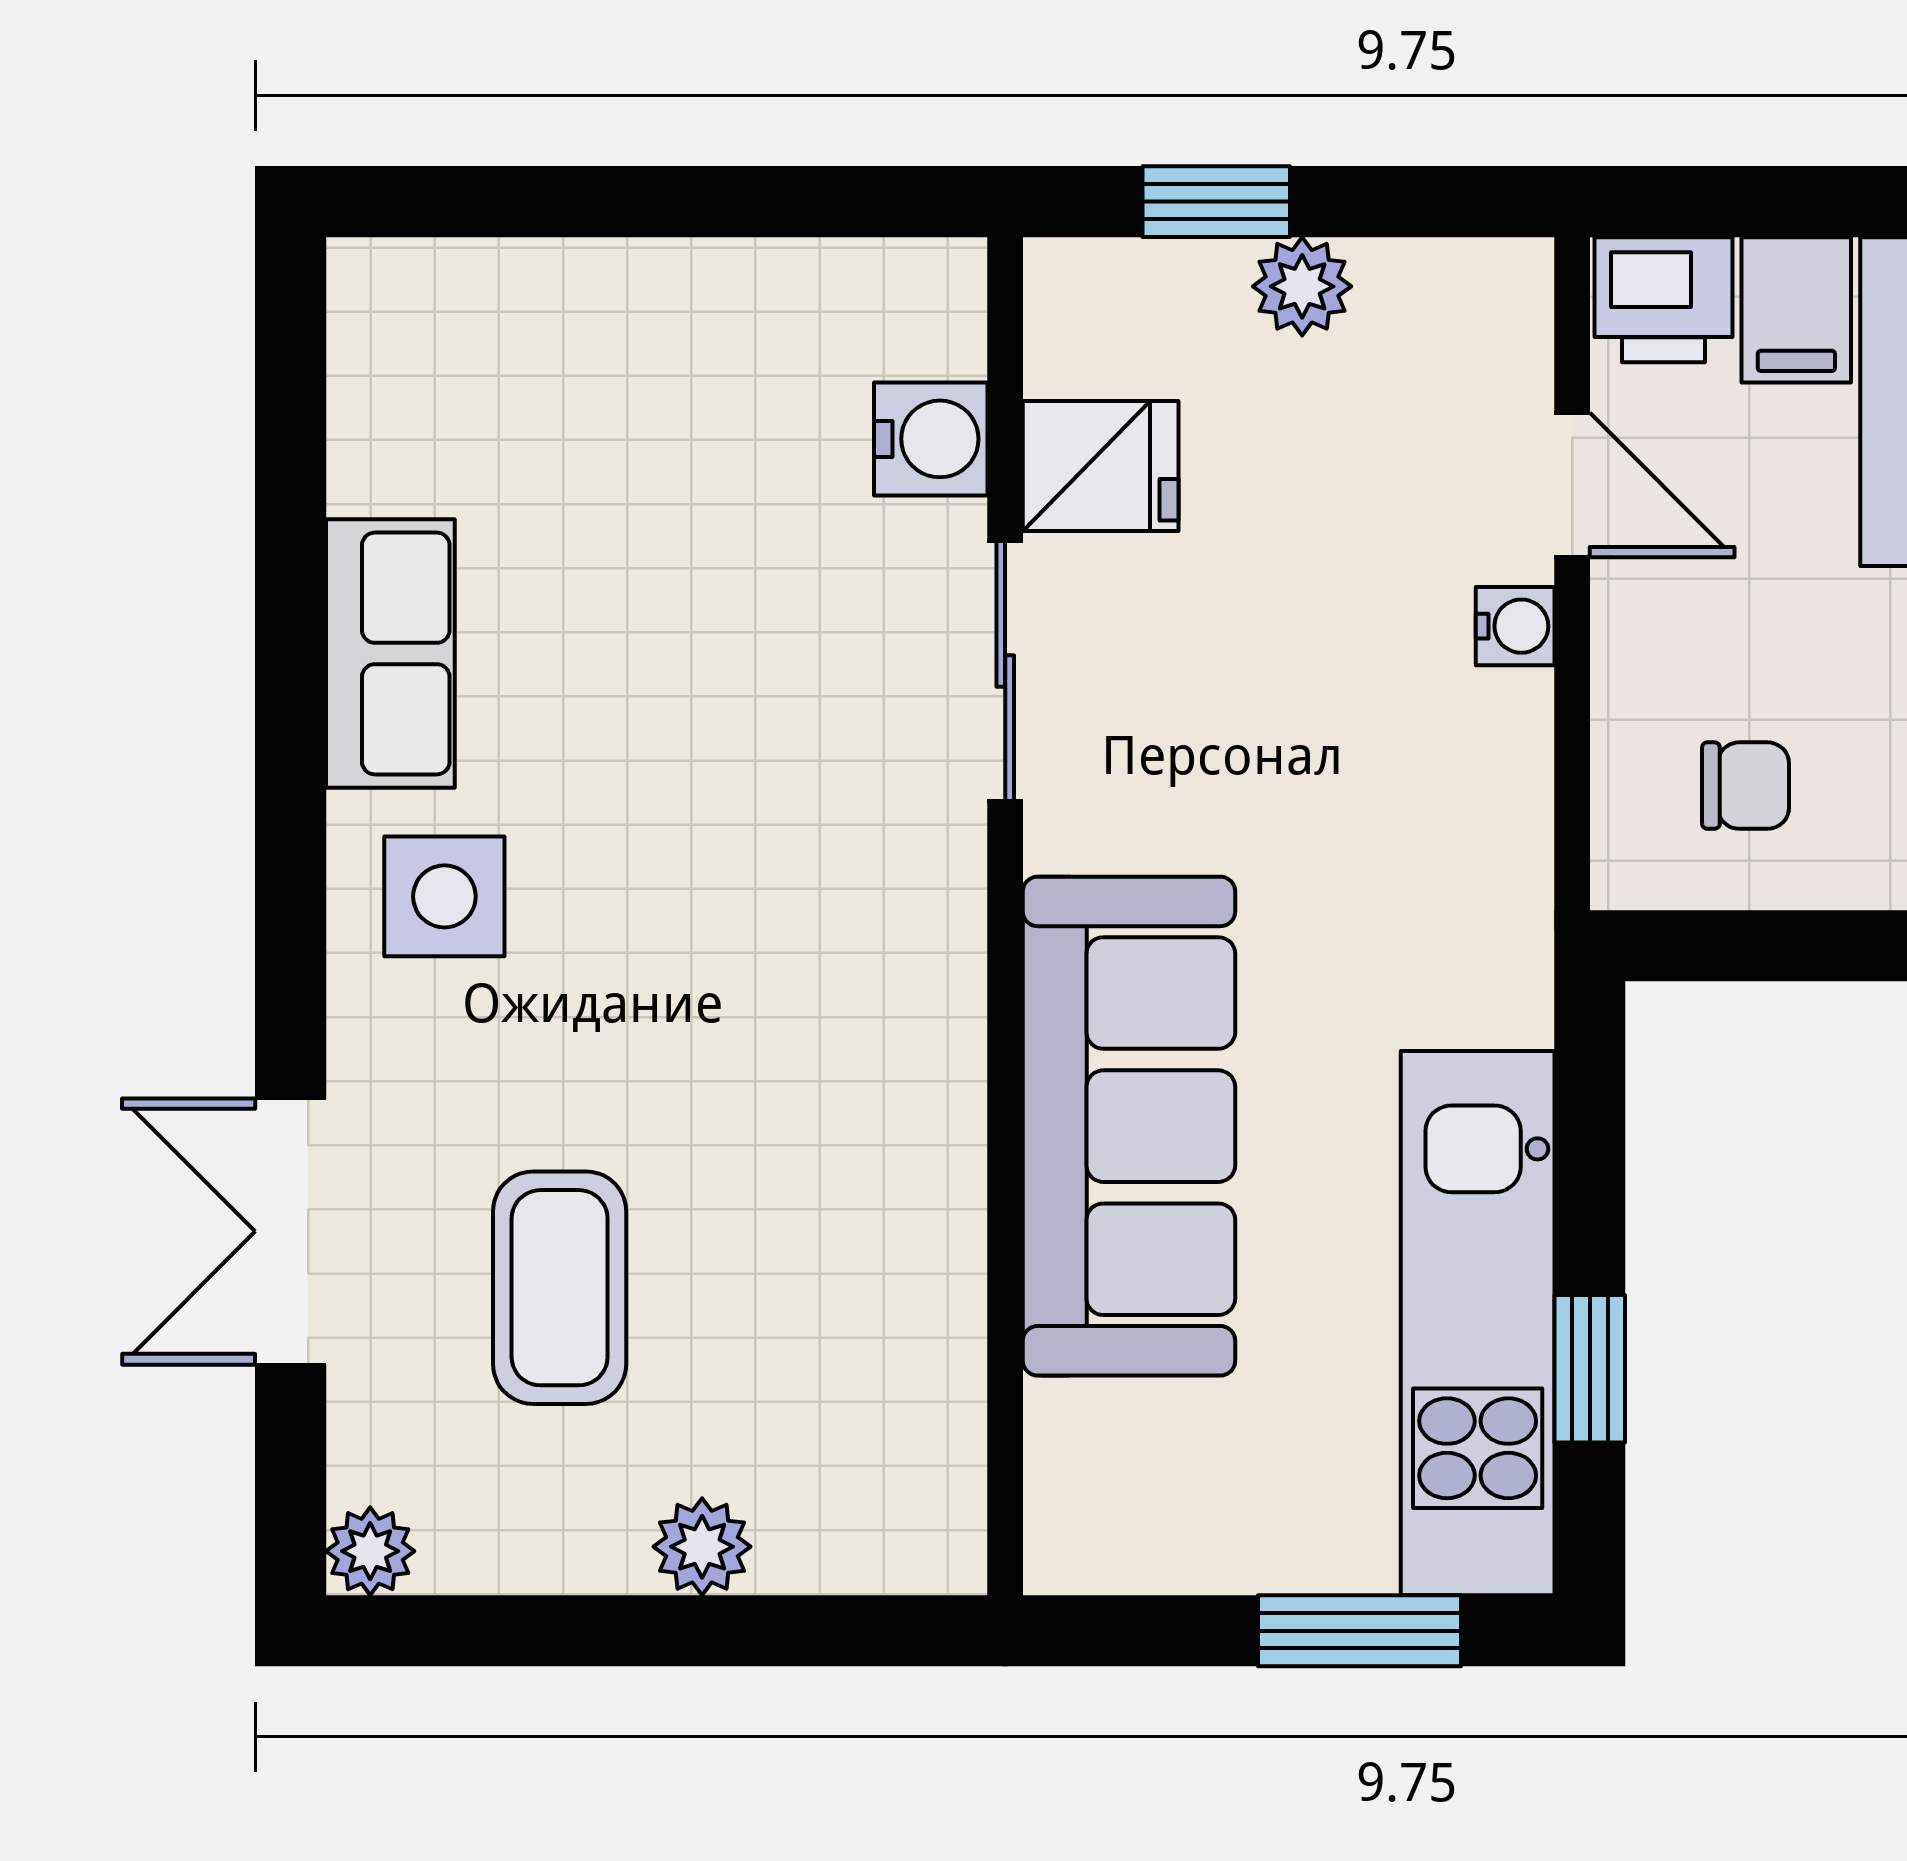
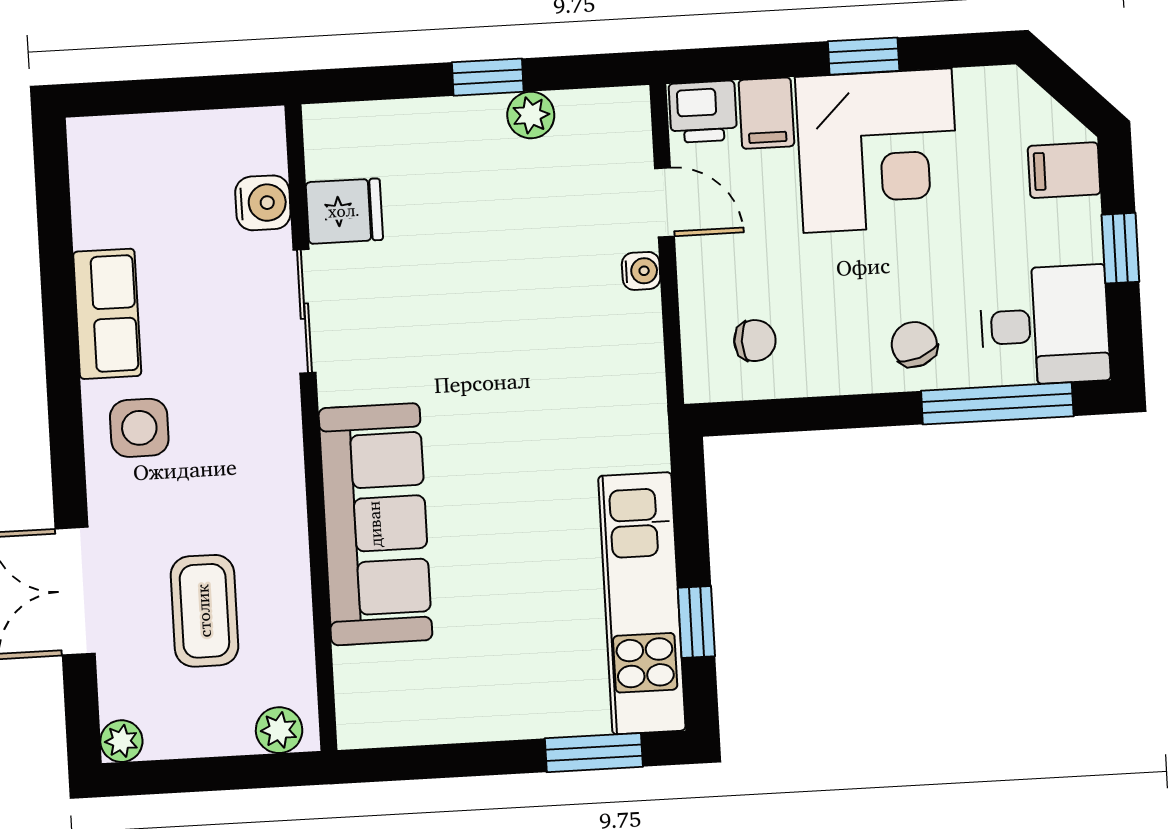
water cooler: (931, 439) -> (263, 203), moved
fridge: (1101, 466) -> (344, 211), moved
sliding door: (1005, 671) -> (304, 311), moved
wall: (1005, 916) -> (311, 428), moved
sofa: (1129, 1126) -> (375, 524), moved

